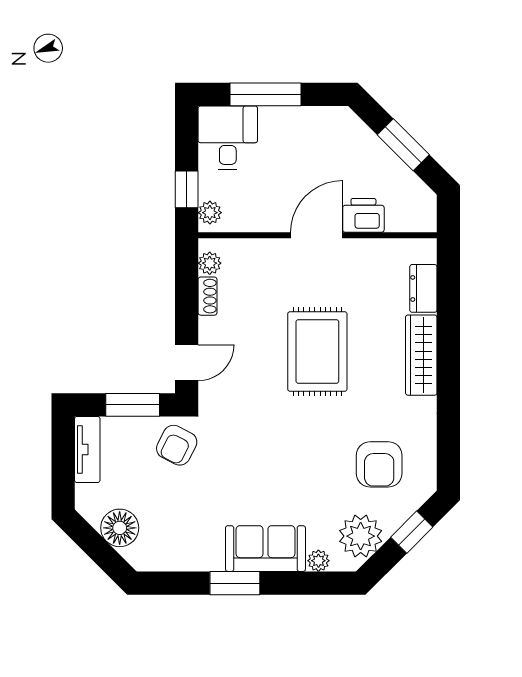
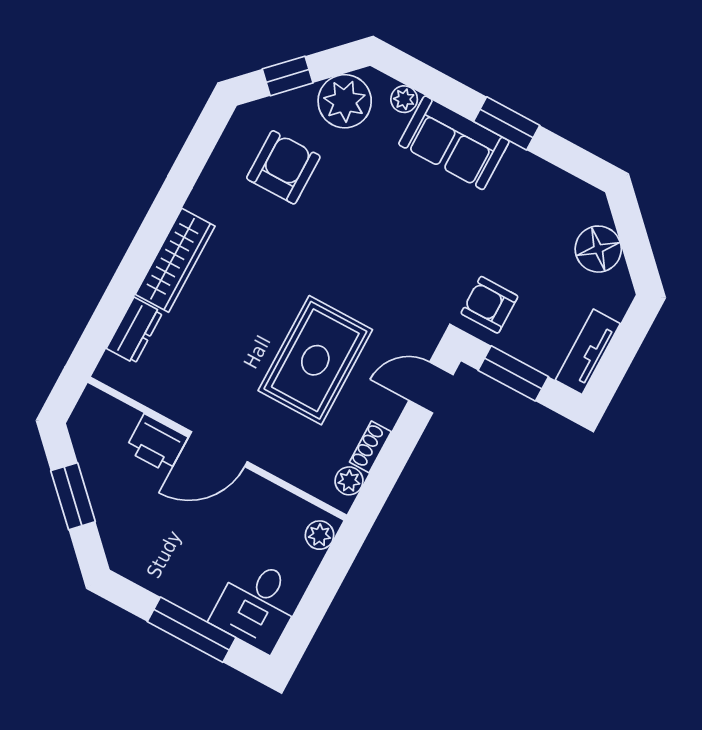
window: (187, 189) -> (331, 573), removed
rug: (317, 352) -> (315, 360), moved
armchair: (177, 445) -> (489, 305), turned -117

